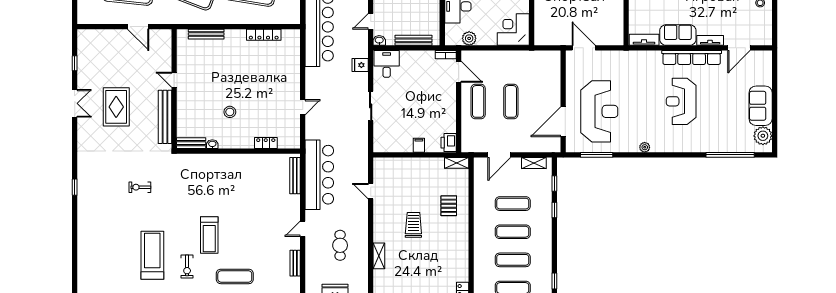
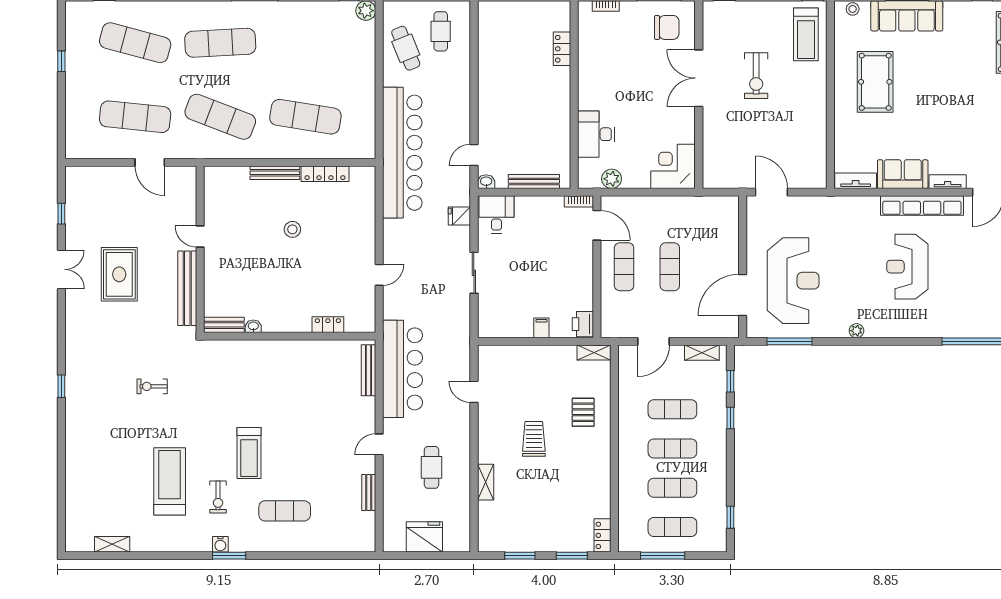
bench: (206, 34) -> (275, 173), moved
stool: (230, 112) -> (292, 229), moved

